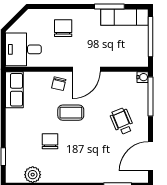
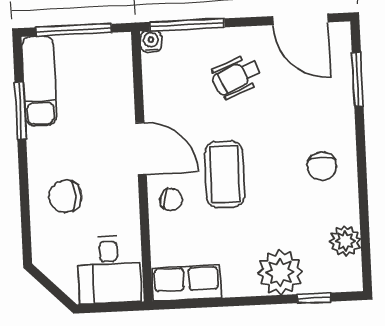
coffee table: (71, 113) -> (225, 174), width x1.36, depth x1.30
plant: (18, 140) -> (280, 272), added
chair: (50, 141) -> (322, 166), moved, turned -90

